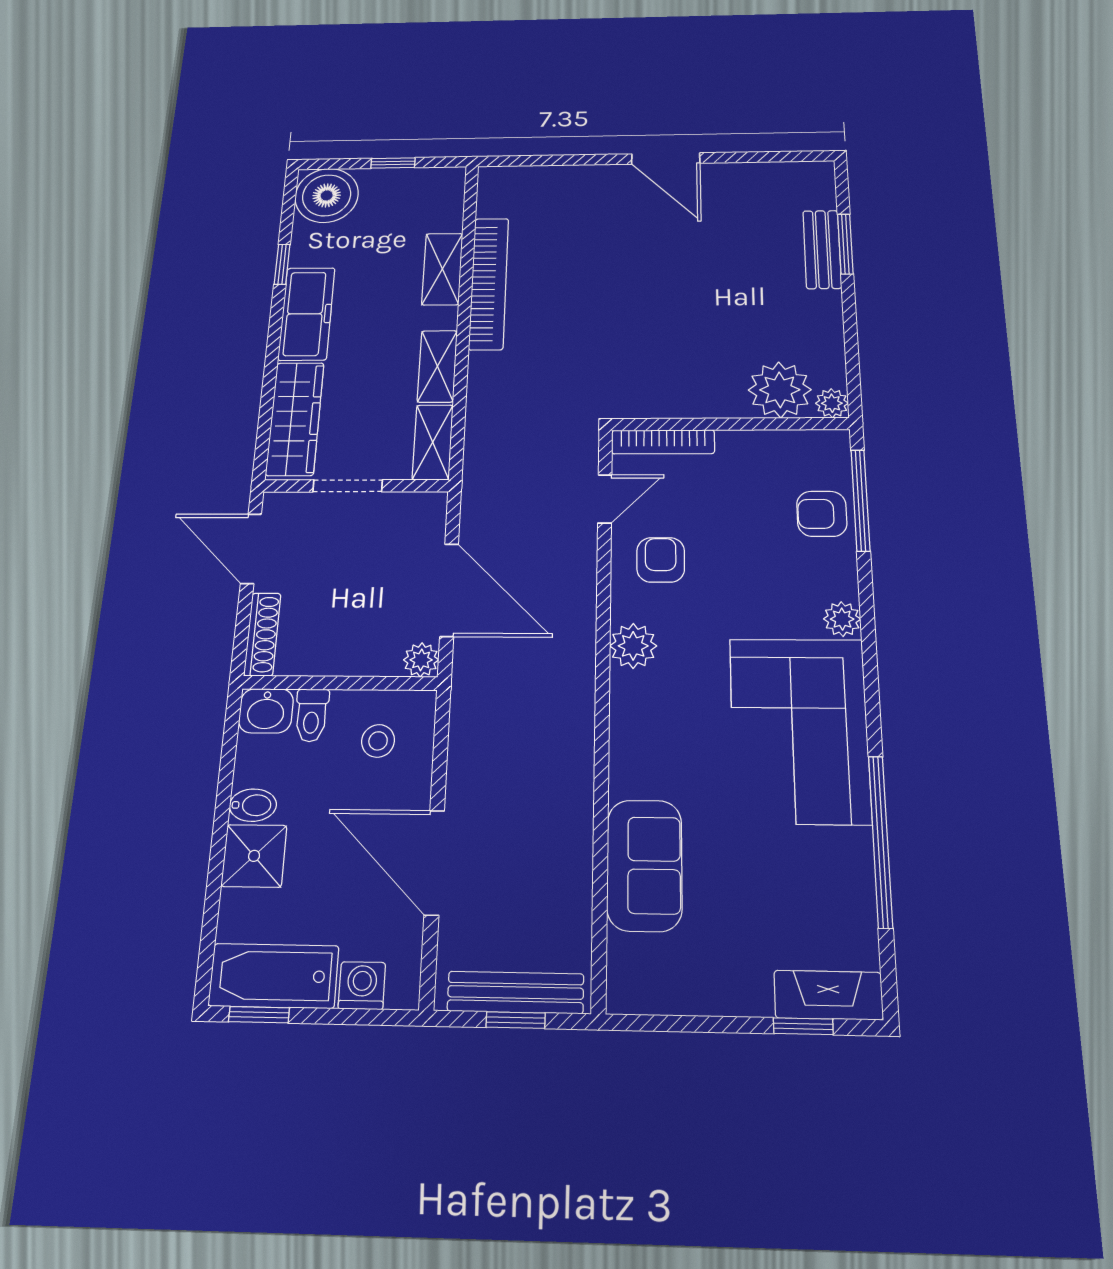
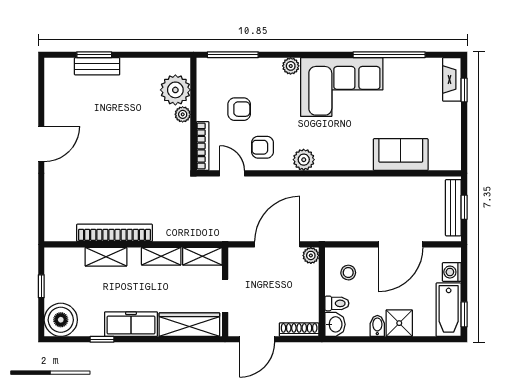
plant: (832, 403) -> (183, 114), moved
armchair: (822, 514) -> (239, 109), moved, turned -90

